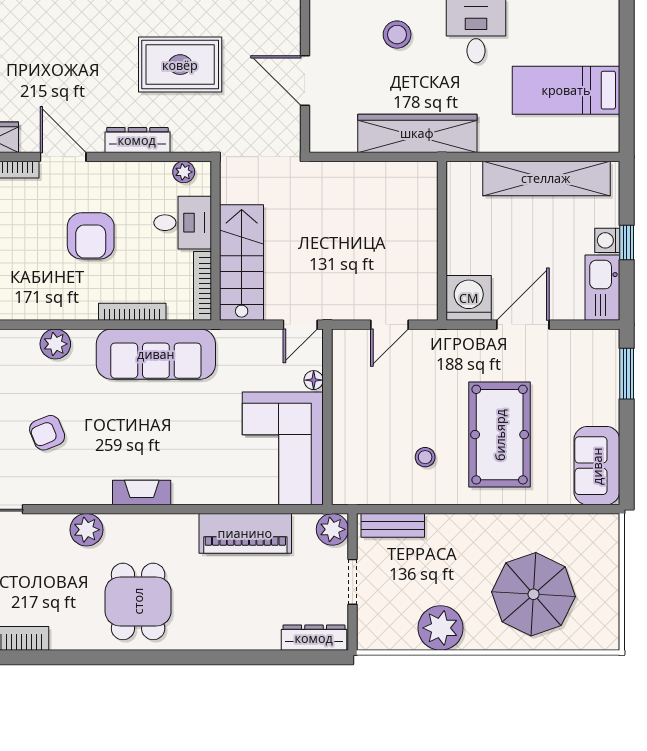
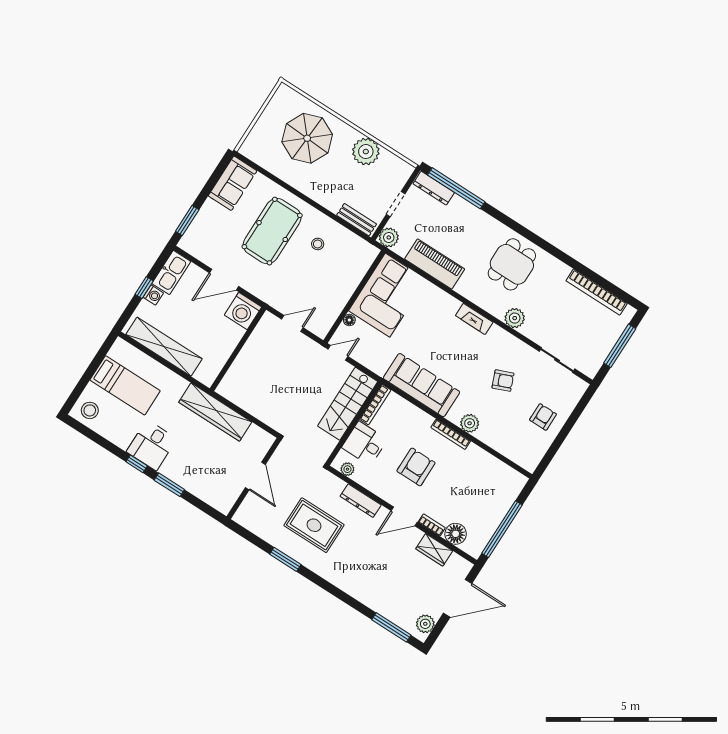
stool: (397, 35) -> (90, 410), moved
door: (63, 157) -> (404, 516), hinge flipped
bookcase: (132, 312) -> (451, 434), moved
window: (283, 657) -> (456, 188), added

